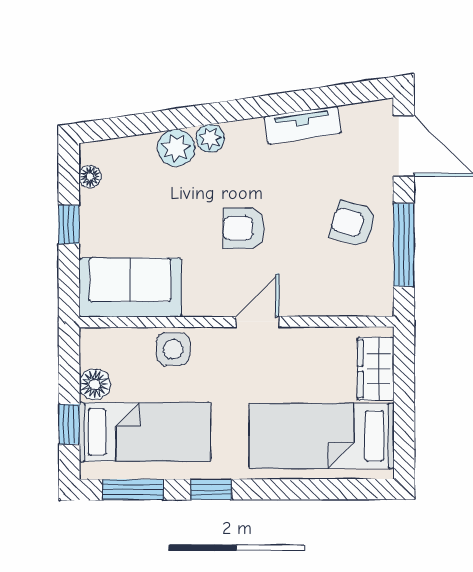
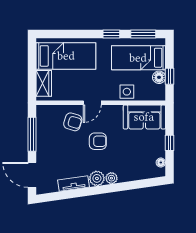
plant: (176, 148) -> (97, 178), moved
armchair: (353, 224) -> (73, 122), moved
window: (69, 424) -> (170, 76), moved

